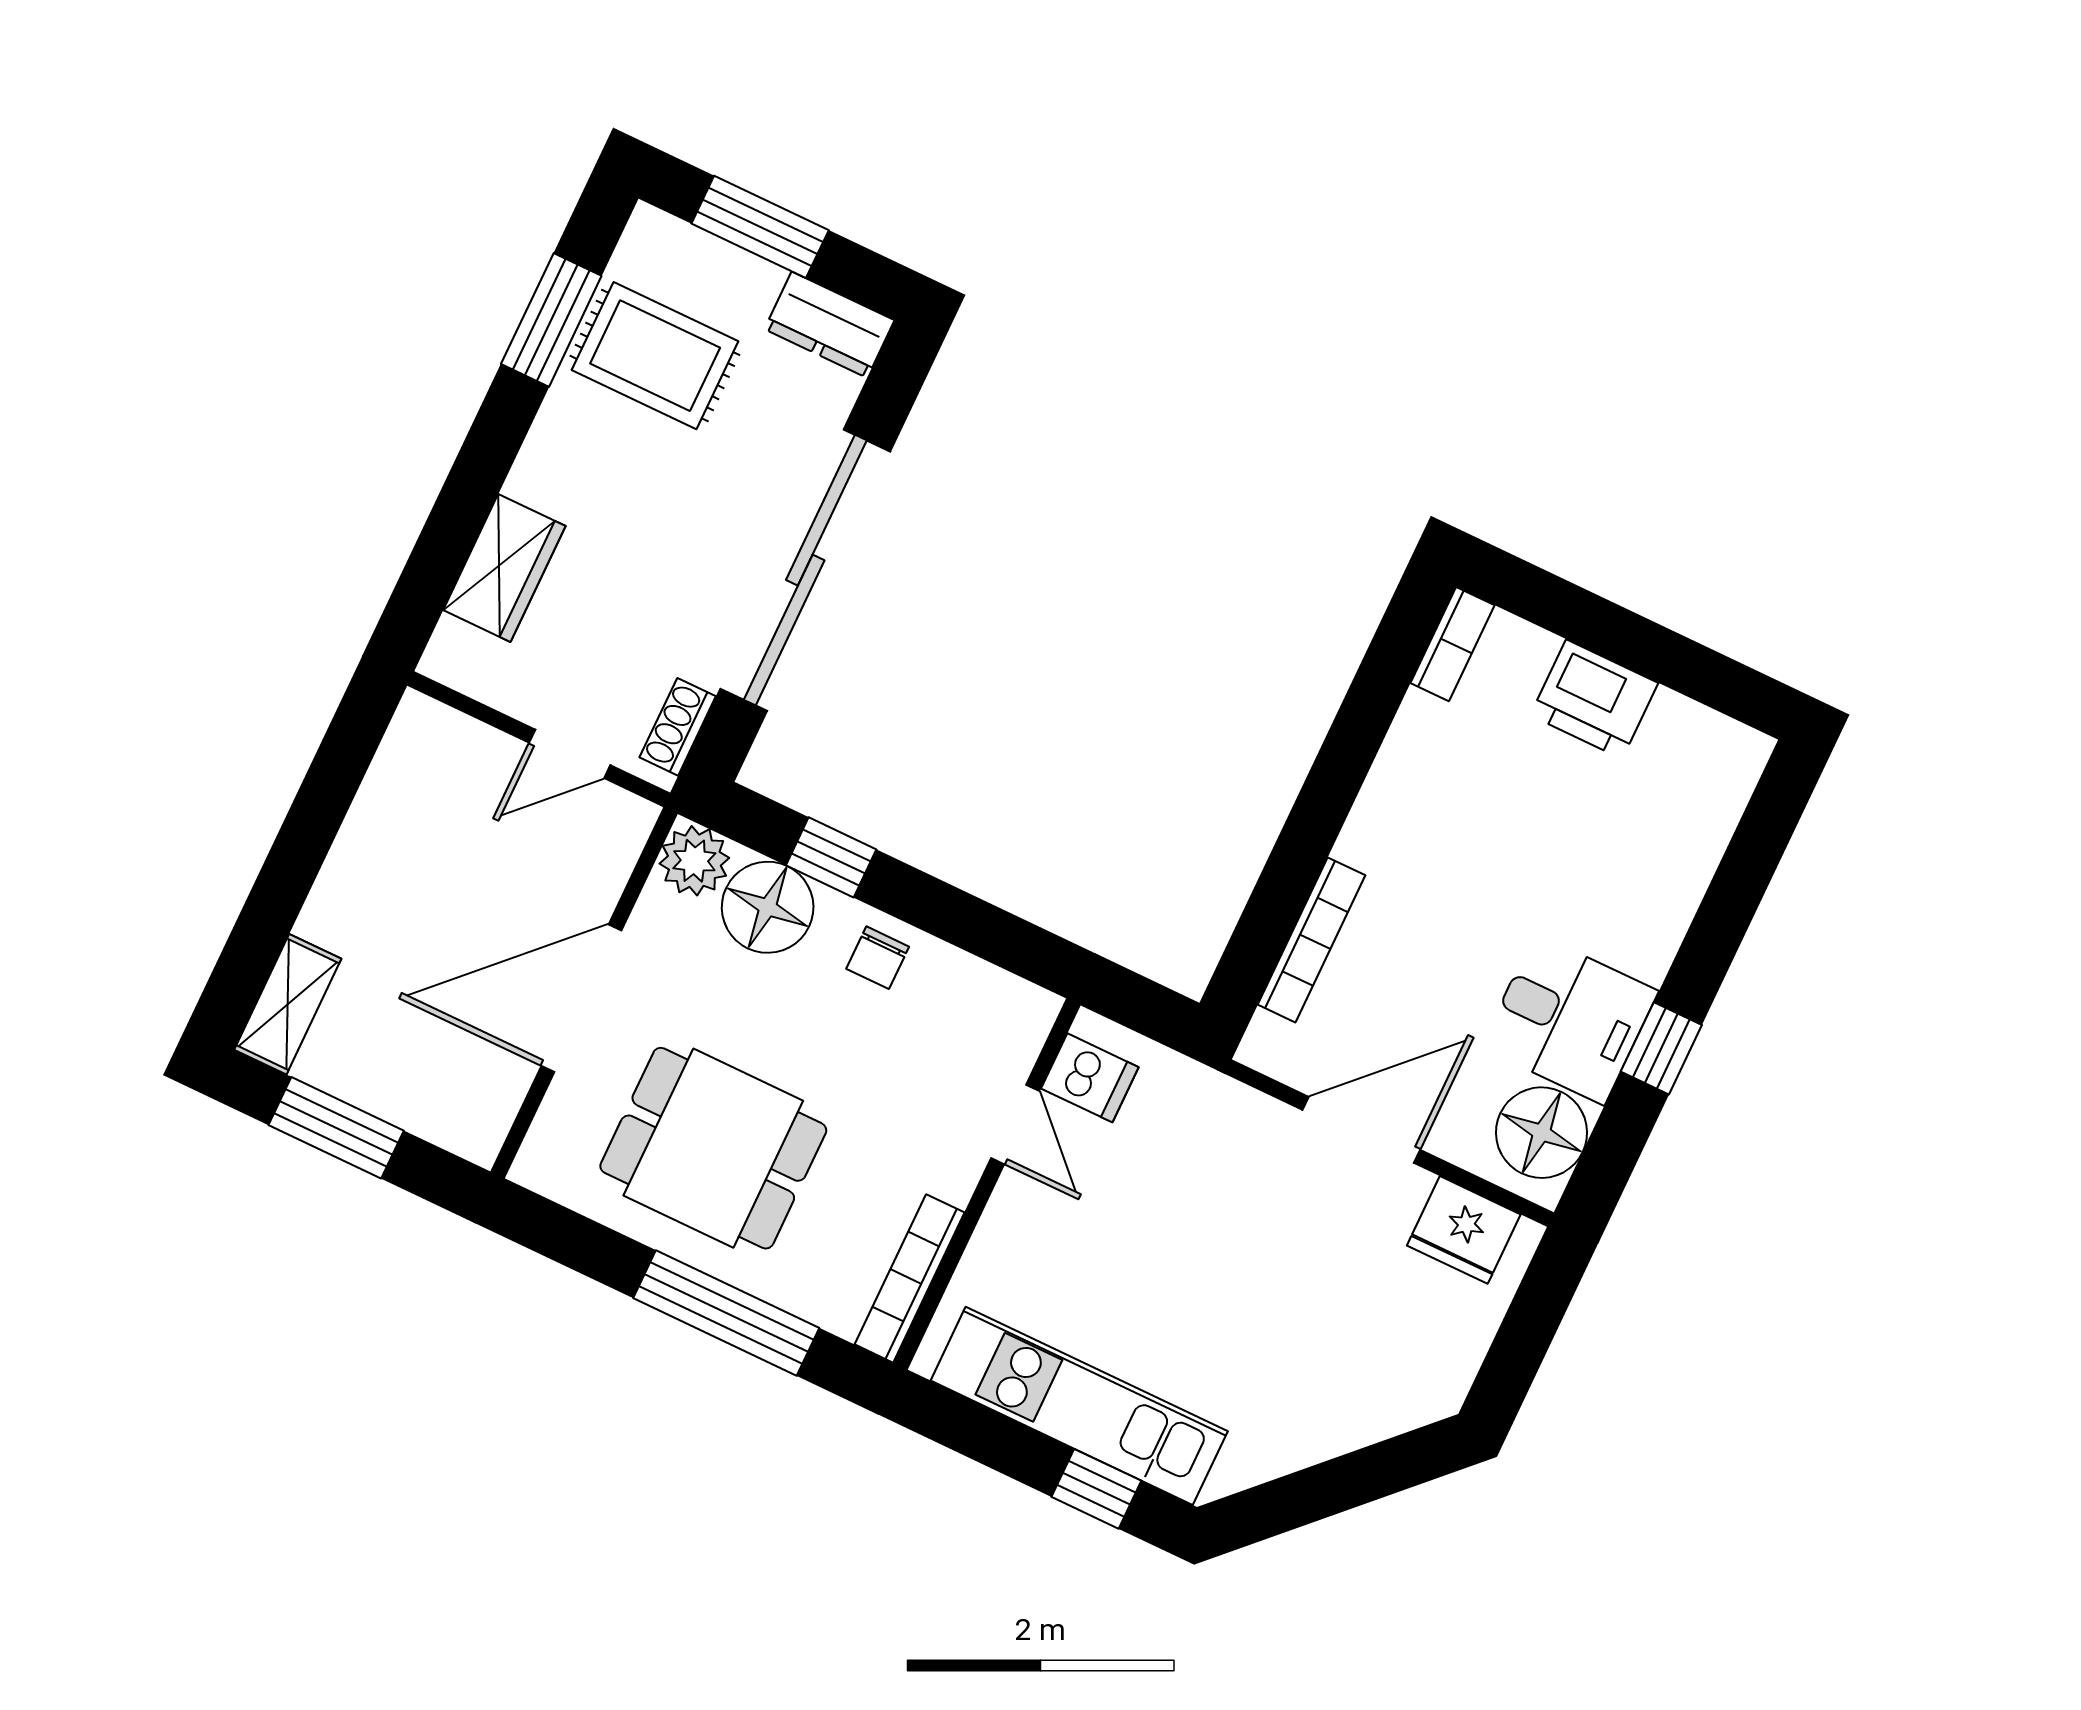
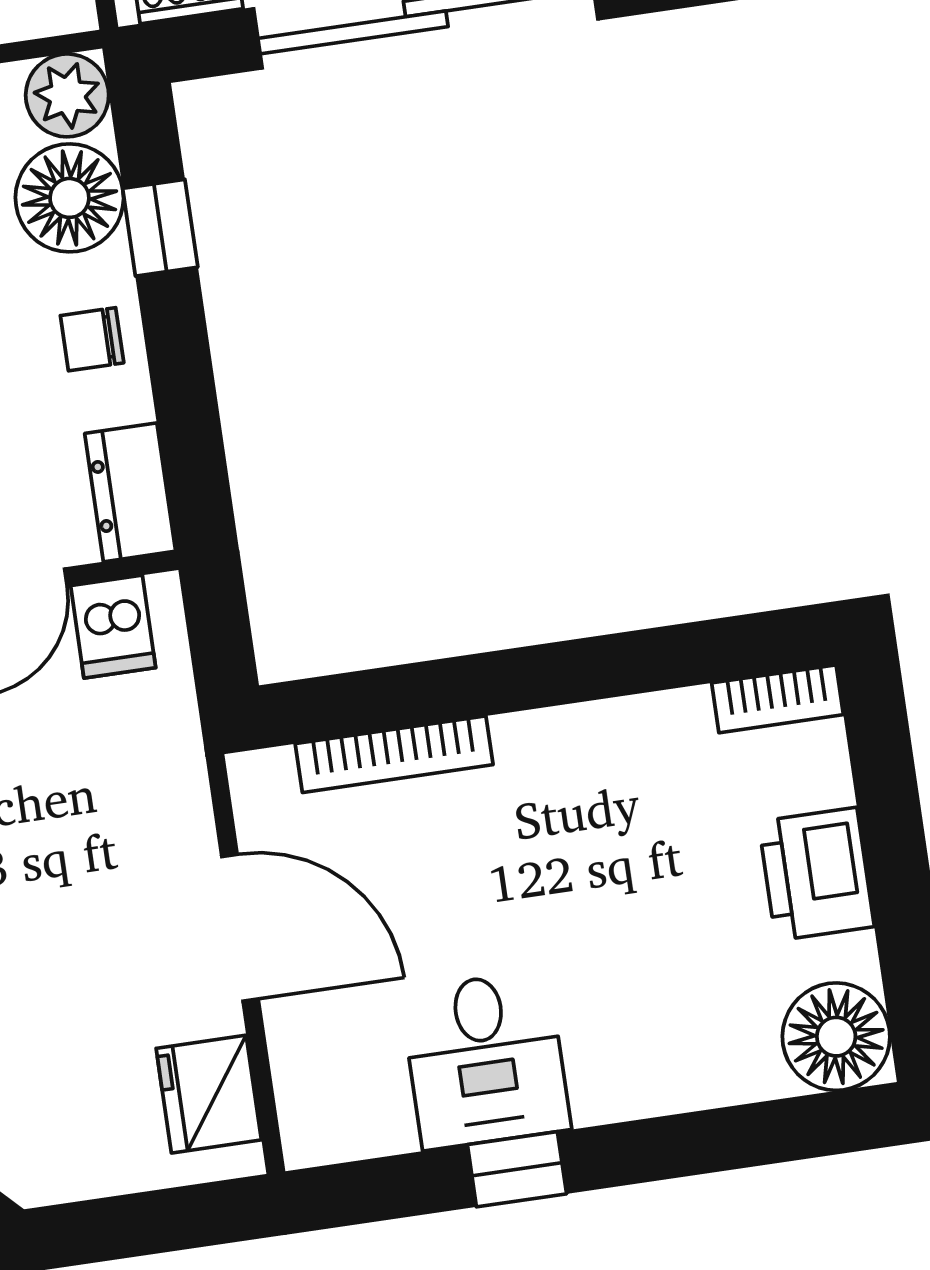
dresser: (1003, 1003) -> (130, 492), added
floor lamp: (1542, 1133) -> (836, 1037), moved

